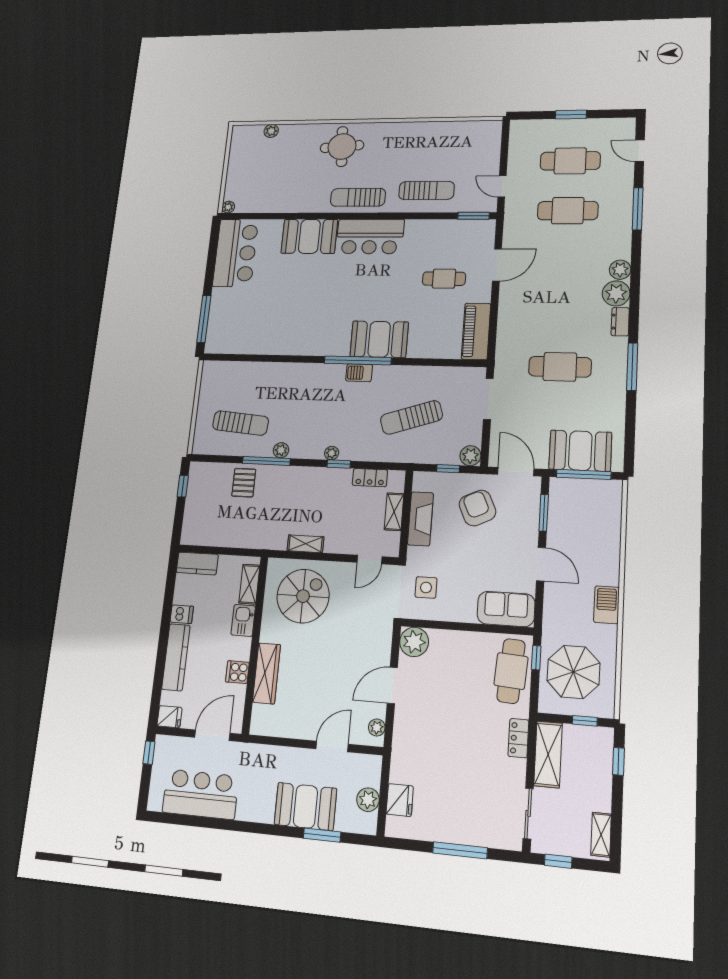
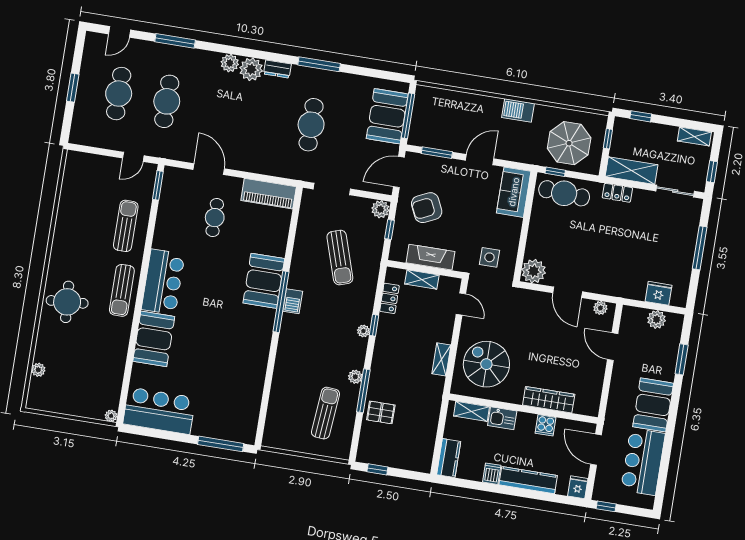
booth: (305, 806) -> (653, 405), moved

